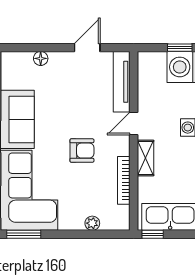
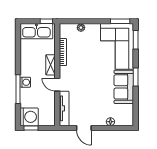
door: (87, 48) -> (84, 128), hinge flipped
door: (134, 124) -> (57, 85), swing flipped
armchair: (82, 151) -> (87, 69), removed

